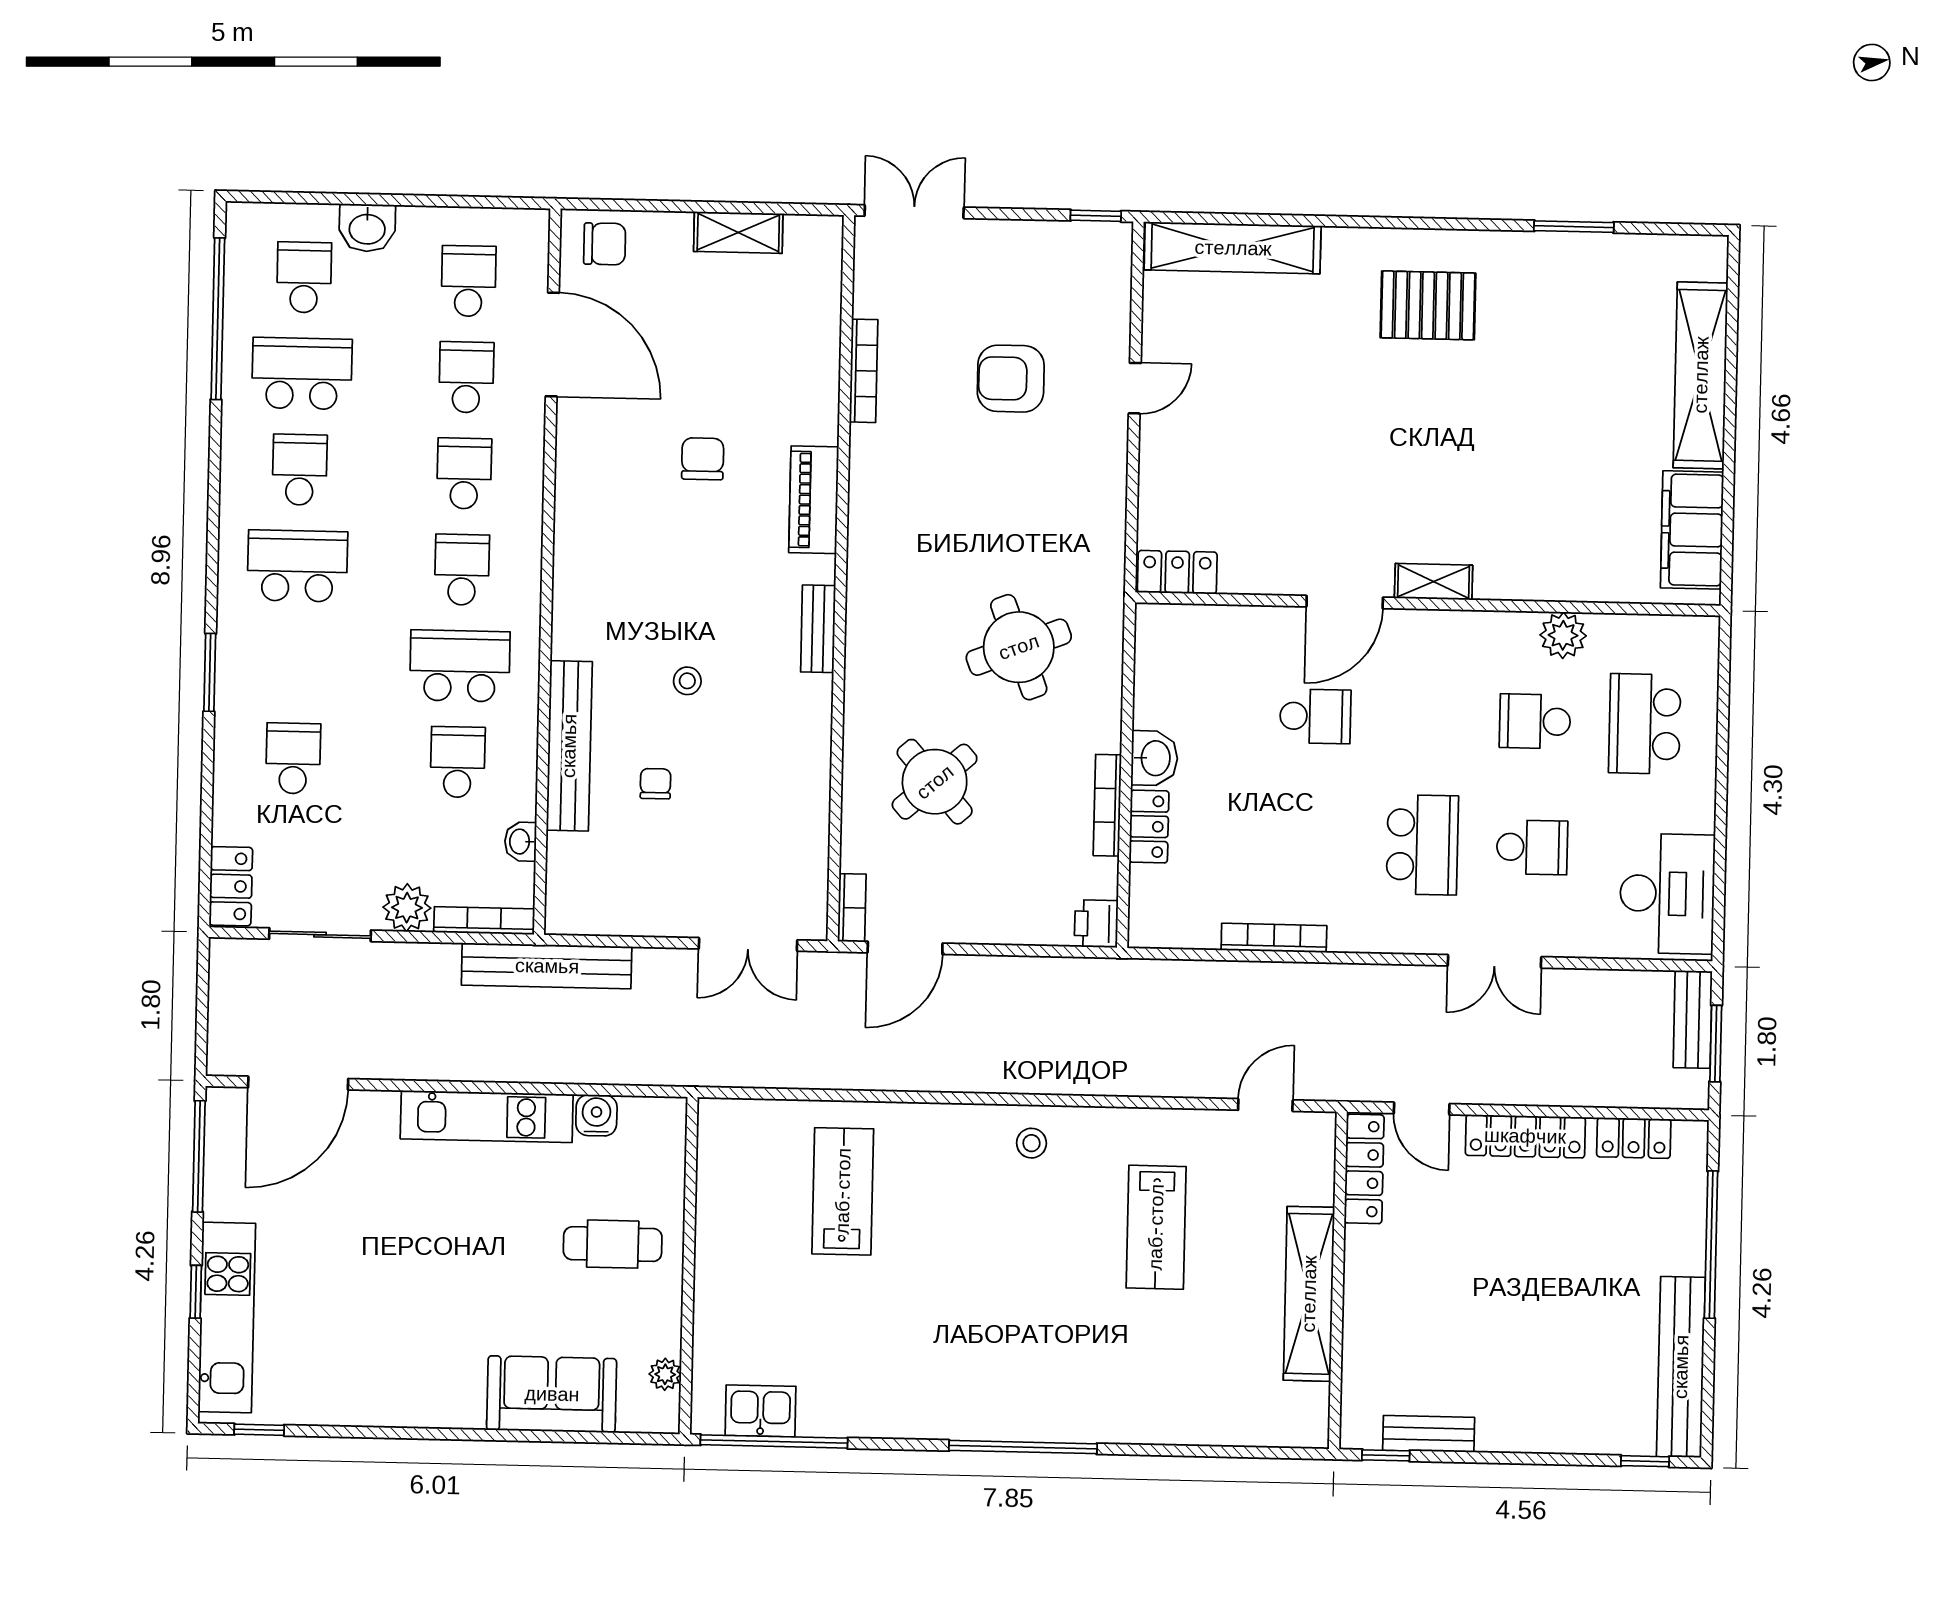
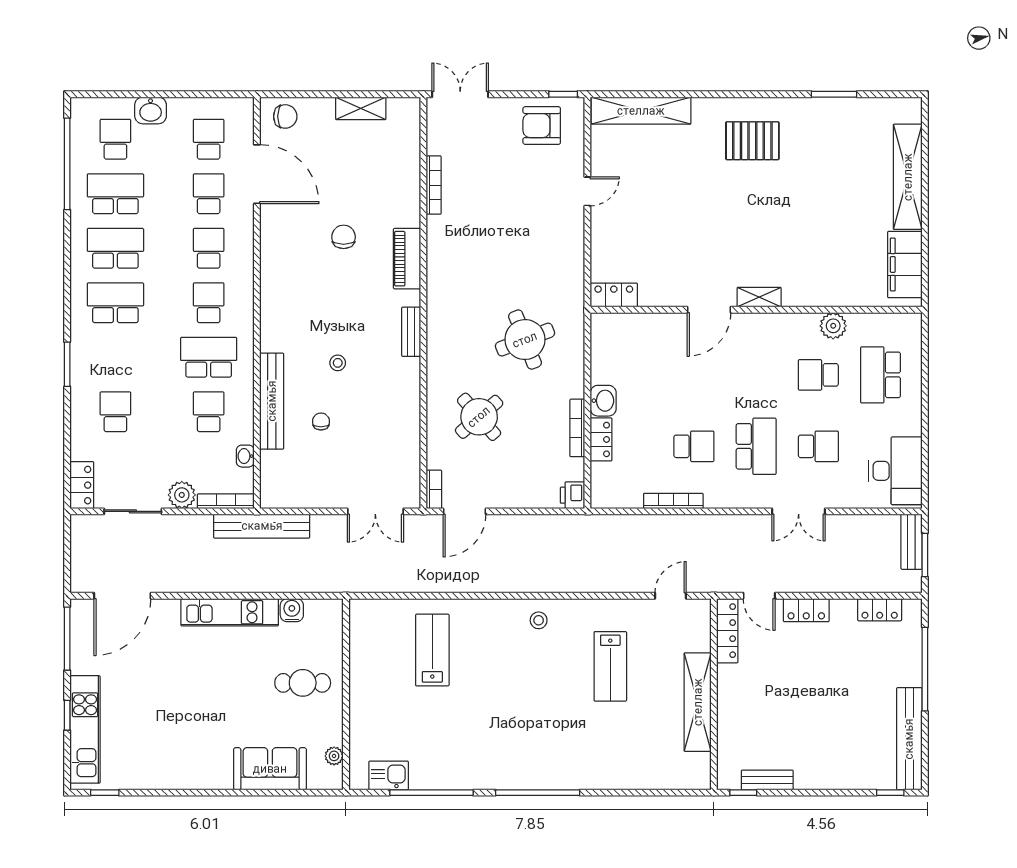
armchair: (1011, 379) -> (542, 126), moved
school desk: (300, 470) -> (115, 248), width x1.85
school desk: (1315, 716) -> (694, 446), moved
locker: (1525, 1136) -> (806, 610), width x0.66
window: (774, 1441) -> (431, 793), moved

